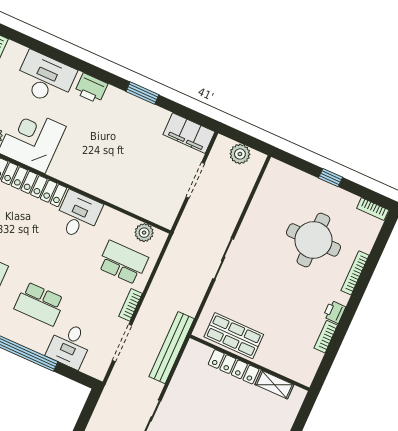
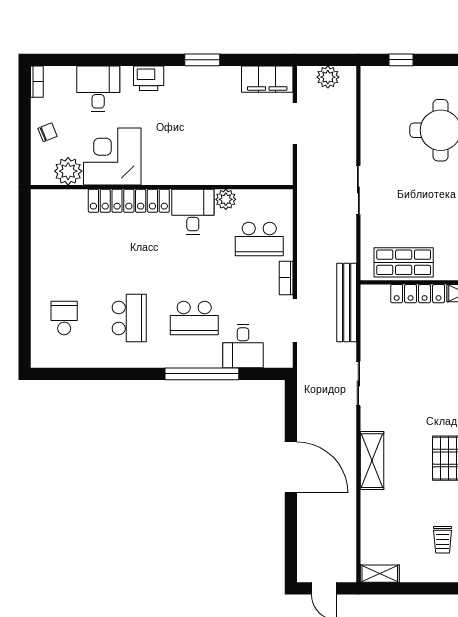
desk: (45, 78) -> (98, 89), width x0.73
window: (330, 178) -> (401, 60), moved
plant: (144, 233) -> (226, 199), moved
school desk: (123, 263) -> (259, 239), turned 180

